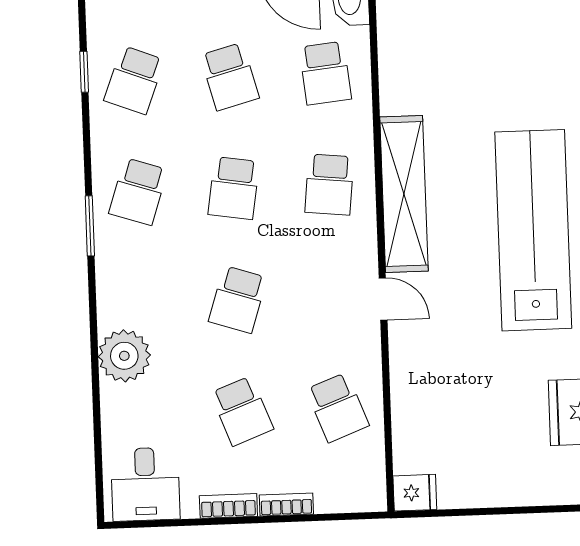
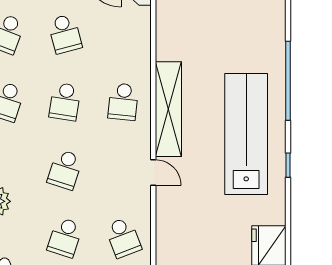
school desk: (325, 73) -> (123, 34), removed
school desk: (242, 411) -> (65, 237), turned 39

